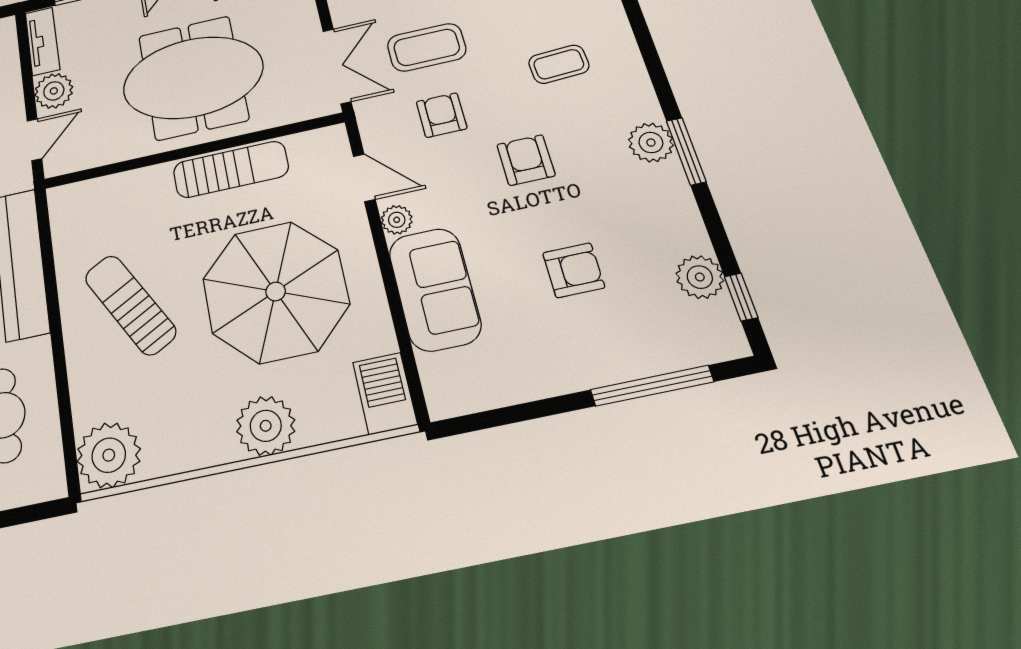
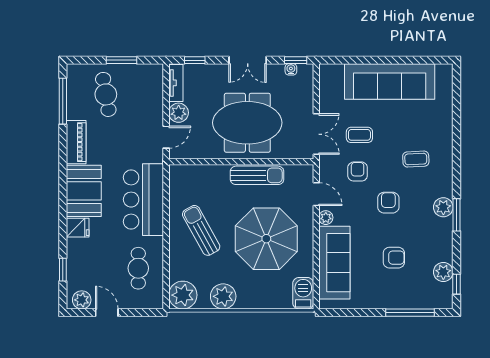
coffee table: (427, 47) -> (359, 135), width x0.73, depth x0.77
sofa: (435, 289) -> (334, 263), width x1.36
plant: (266, 426) -> (223, 296), moved

